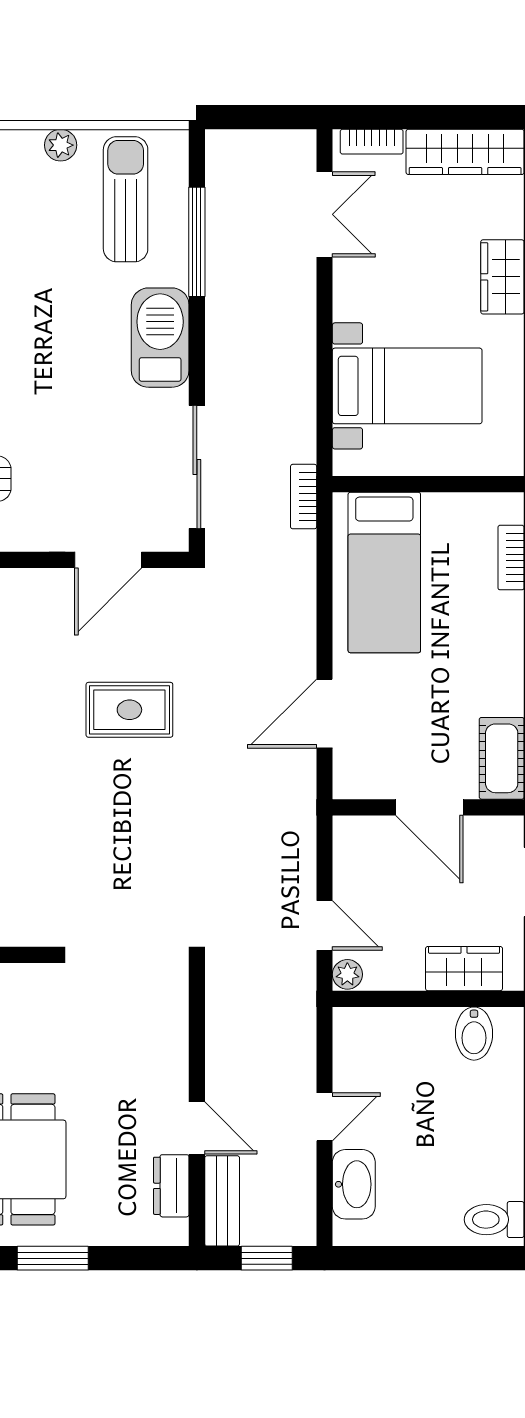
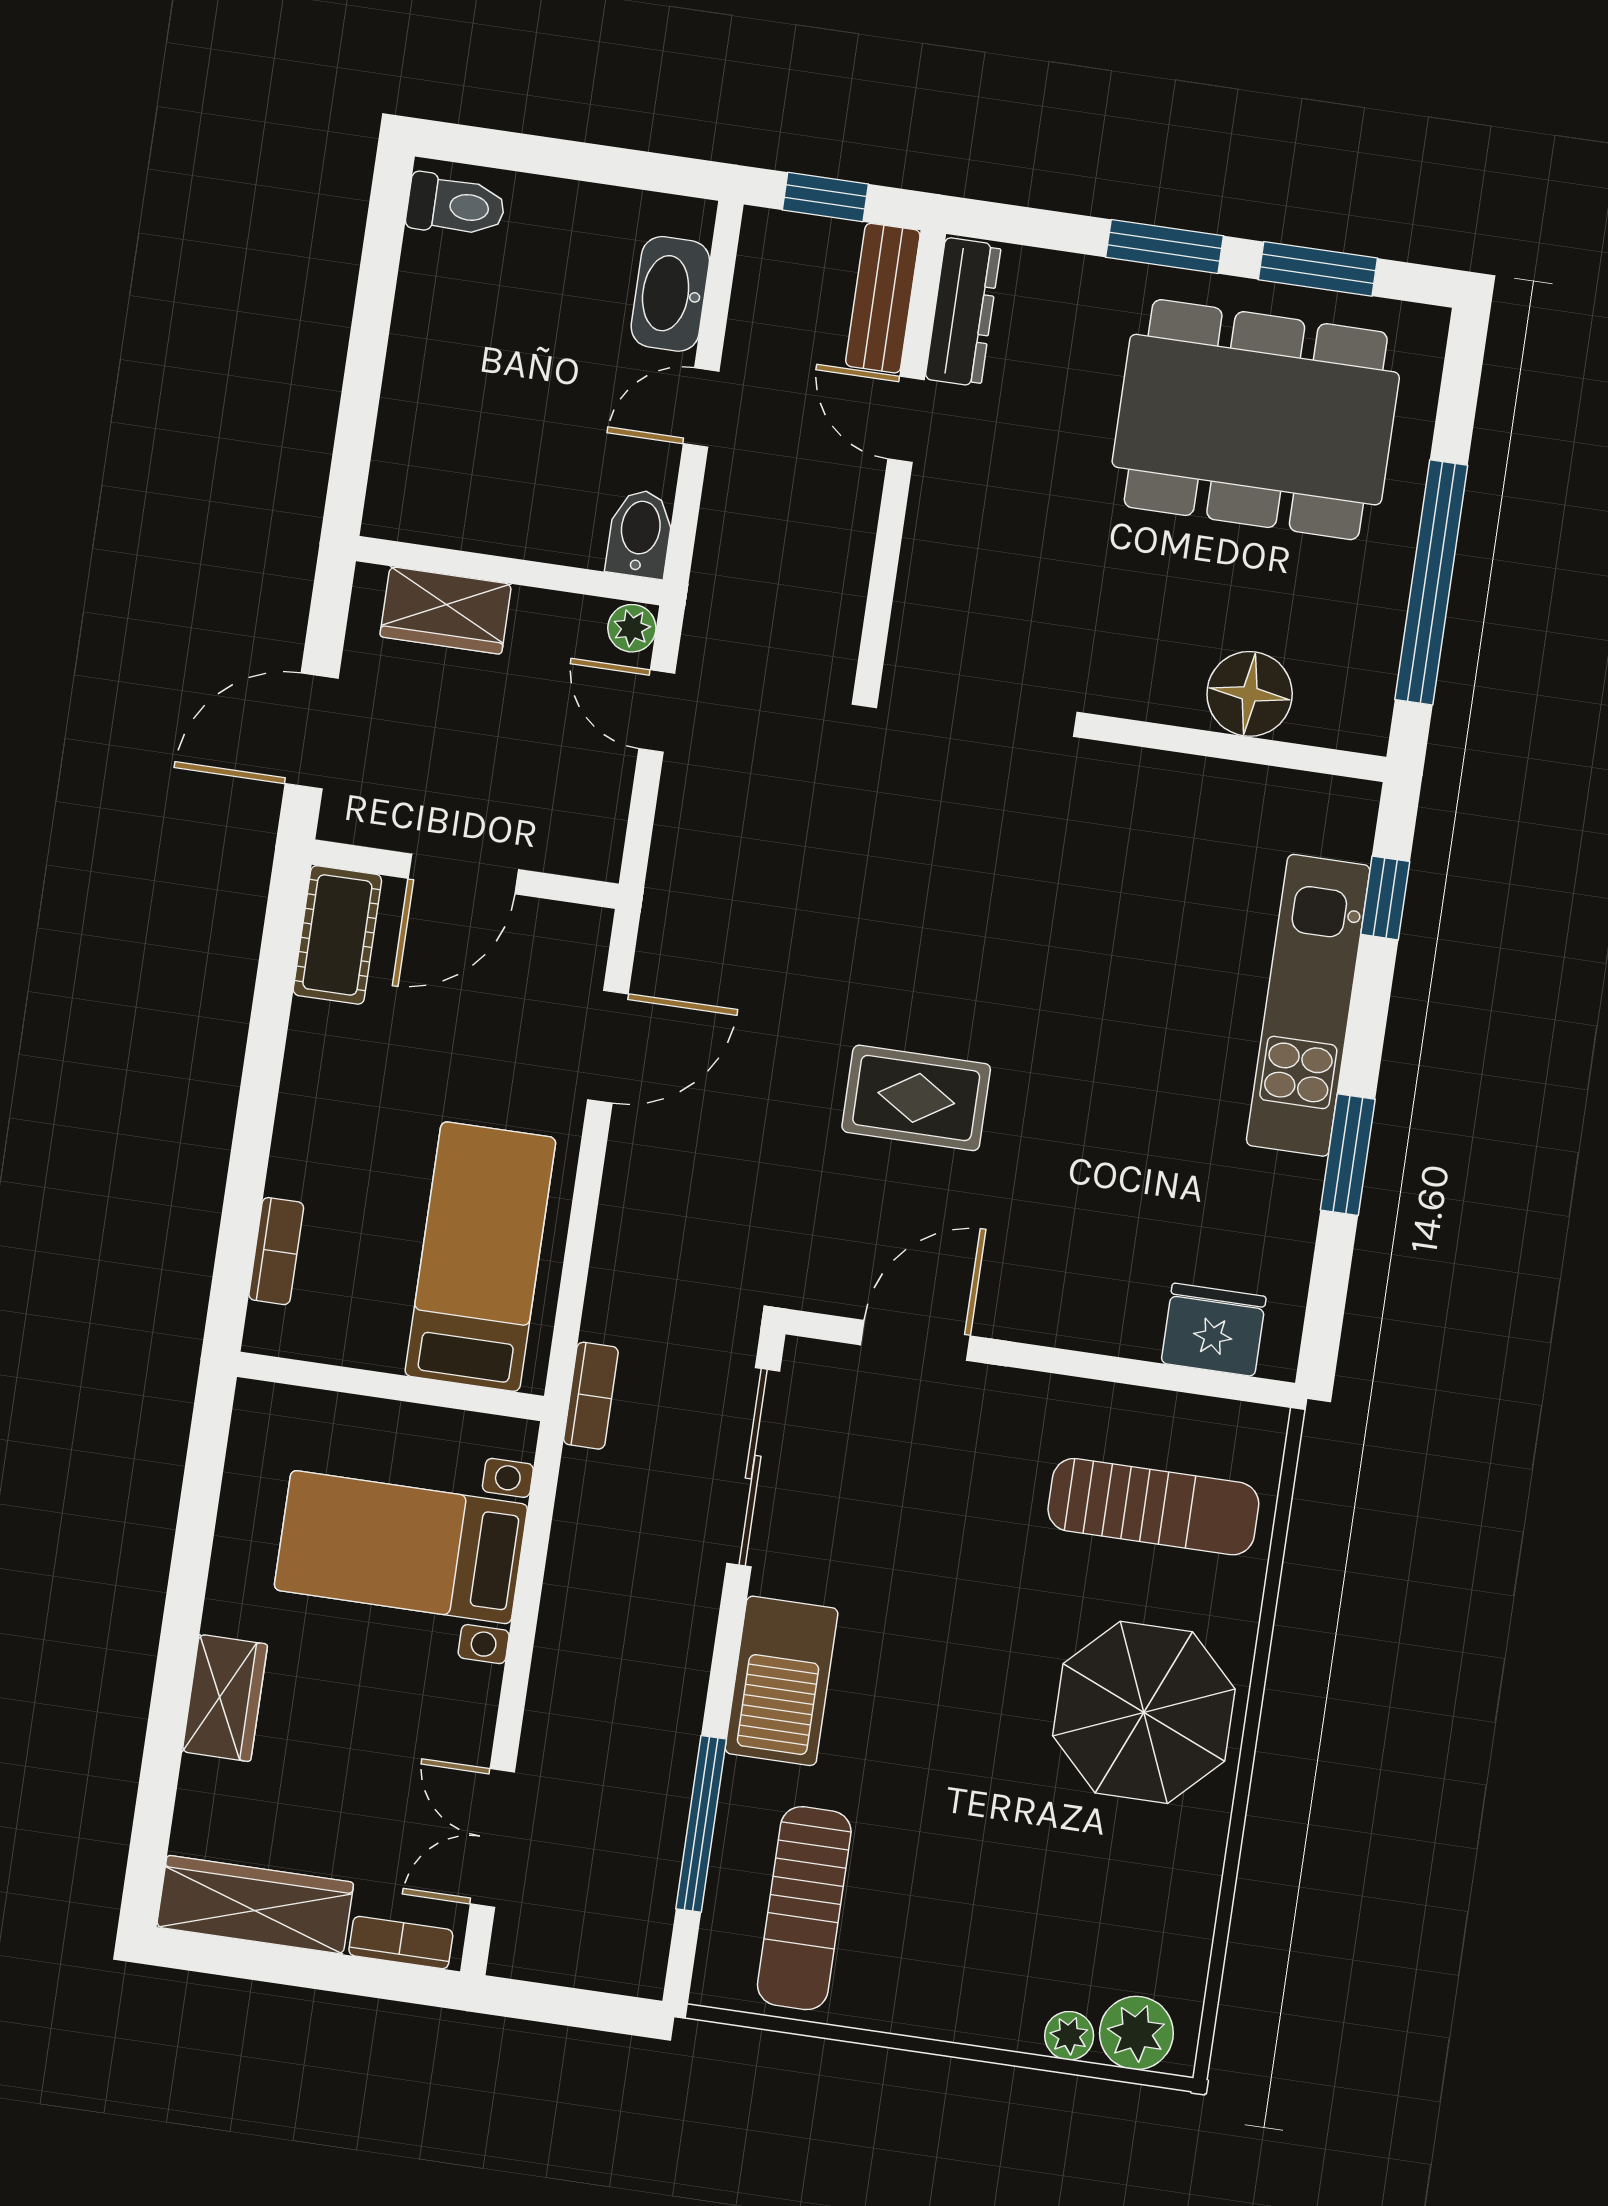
plant: (61, 145) -> (895, 2009), removed
door: (429, 807) -> (463, 874), swing flipped
bidet: (474, 1034) -> (640, 534), moved
dresser: (171, 1186) -> (963, 312), width x1.44

